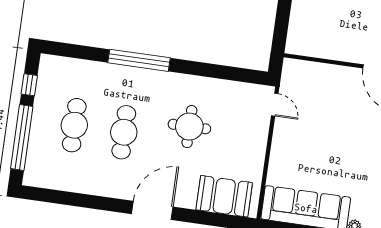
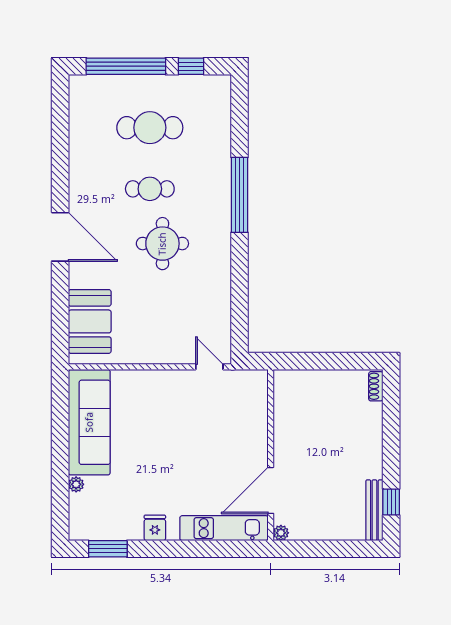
door: (275, 105) -> (209, 367), swing flipped
round table: (189, 127) -> (162, 244), moved
cafe table: (124, 132) -> (150, 189), width x0.73, depth x0.74

